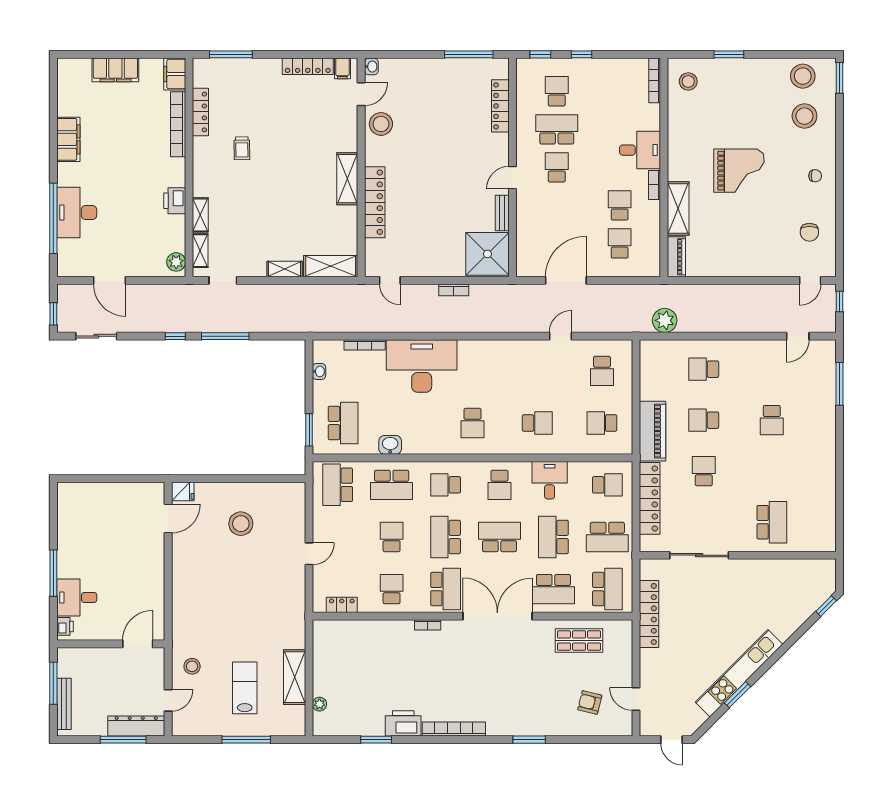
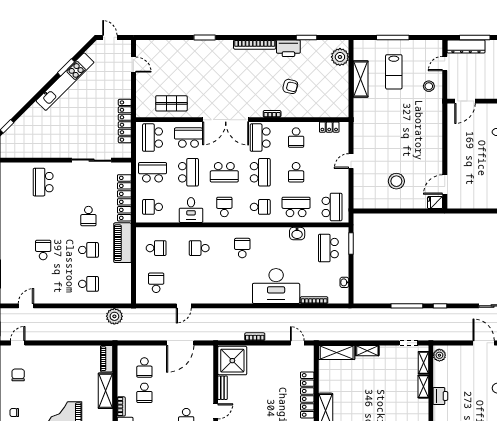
armchair: (590, 702) -> (290, 86), moved
plant: (320, 704) -> (340, 57), width x1.87, depth x1.87

